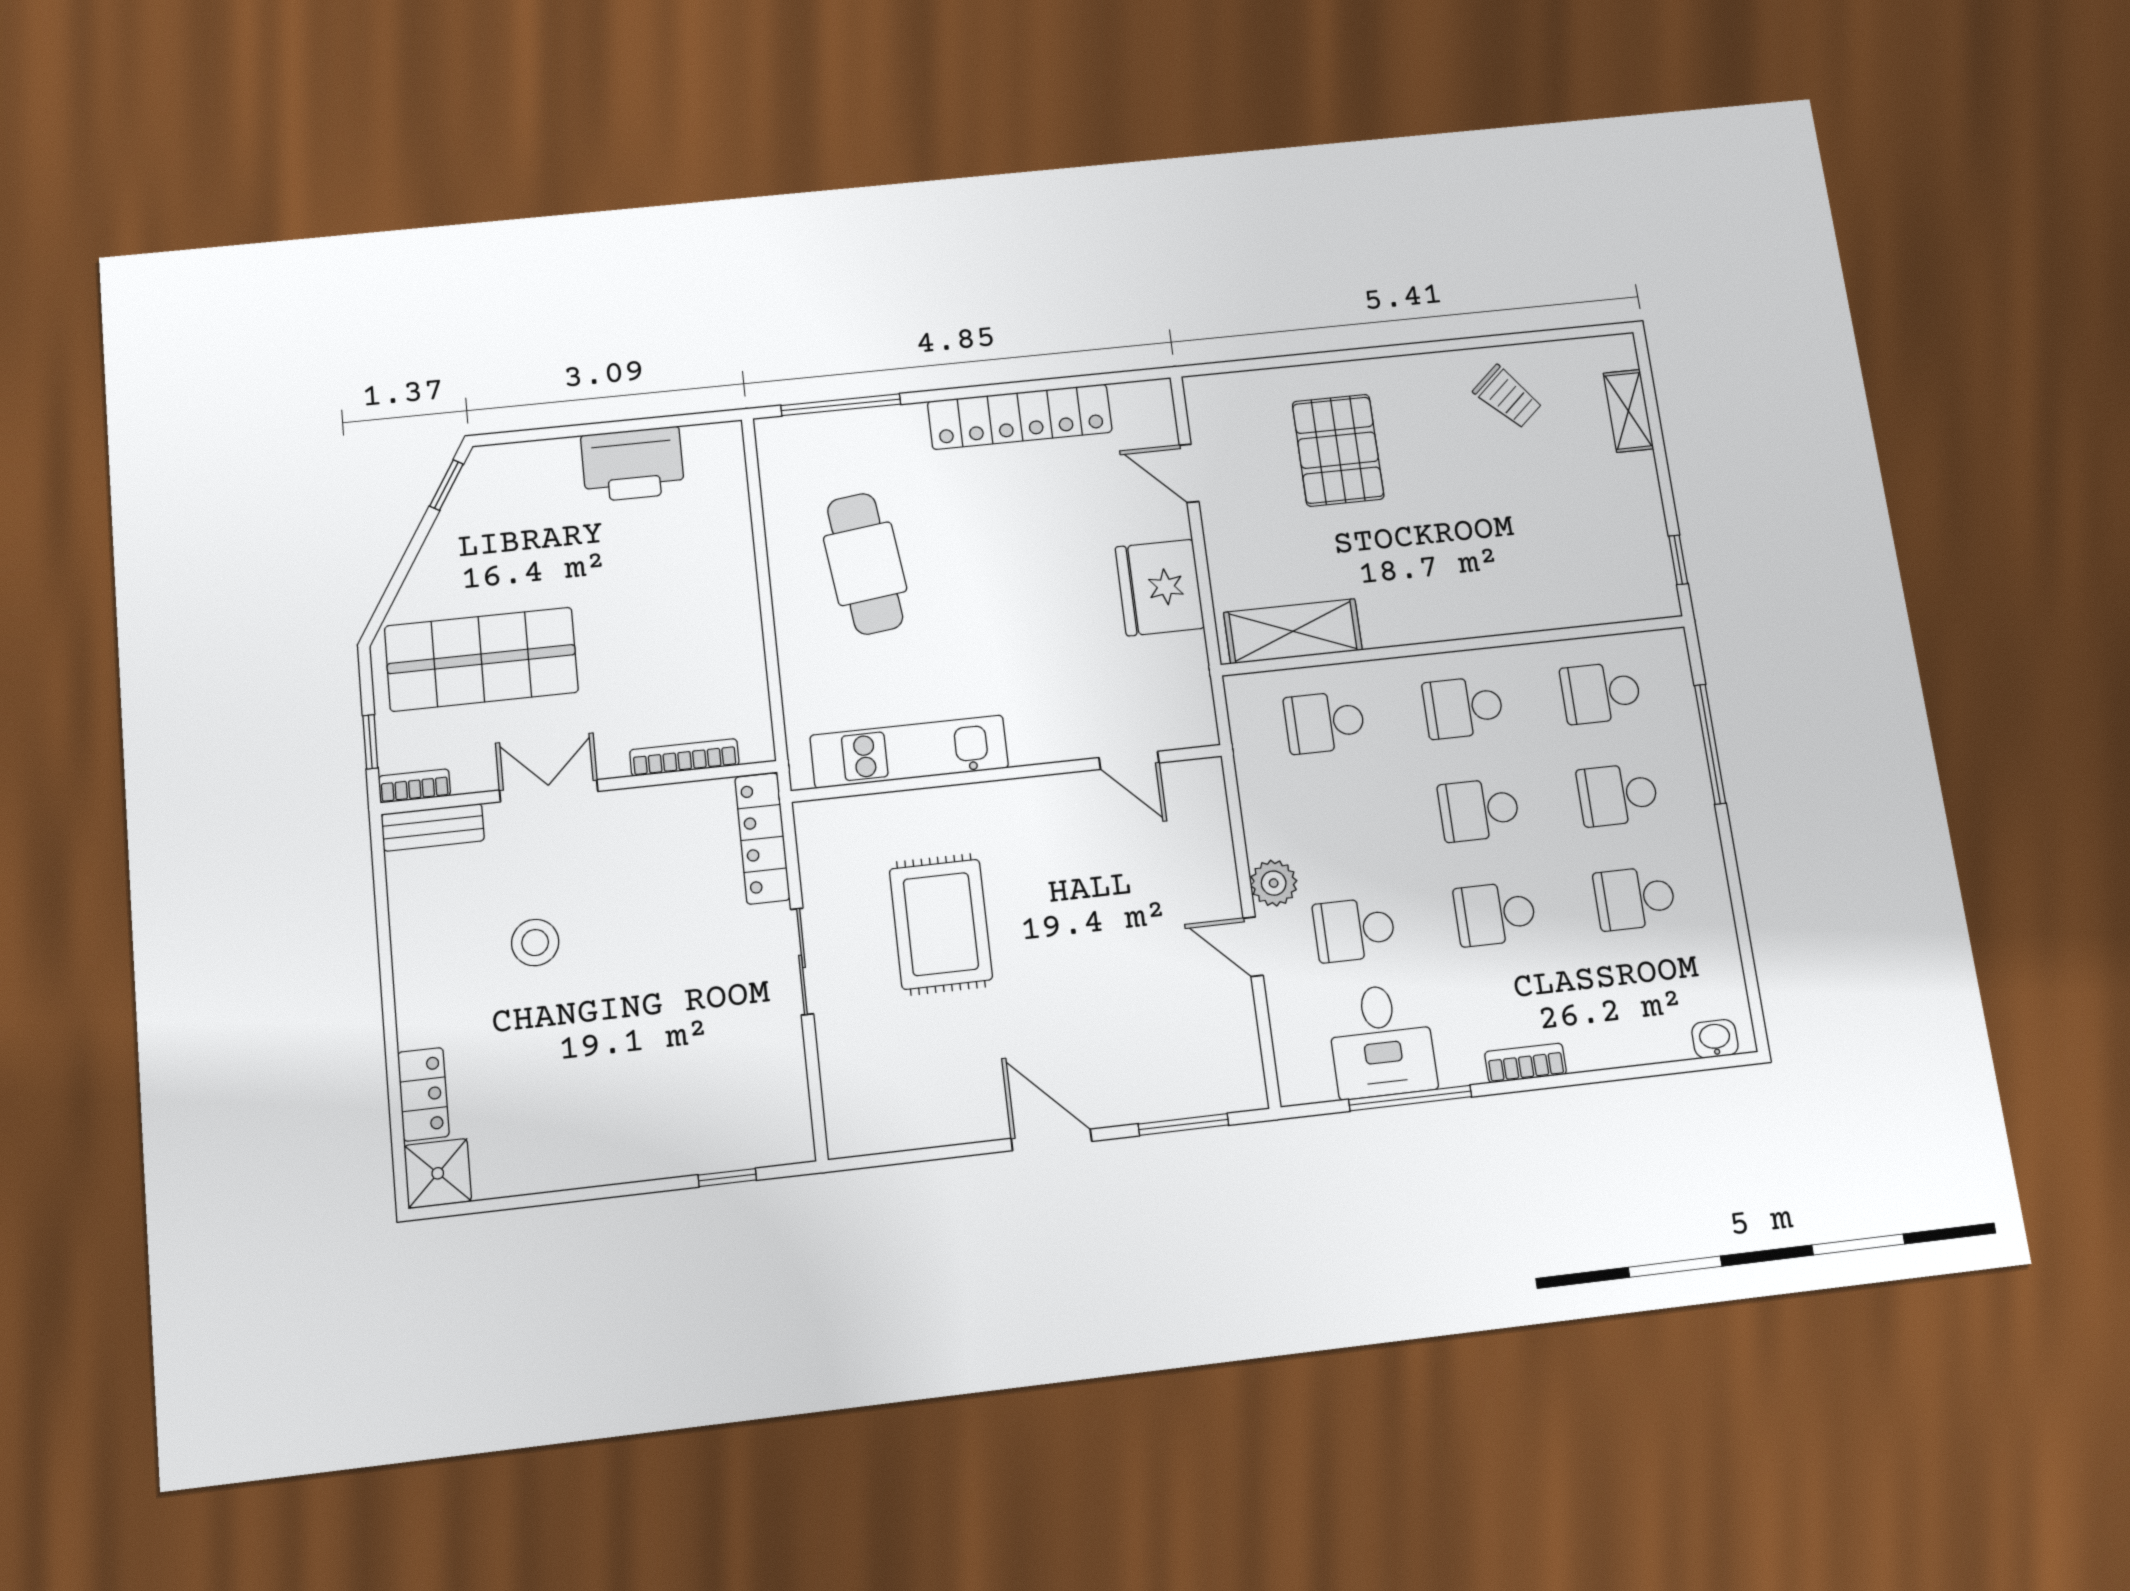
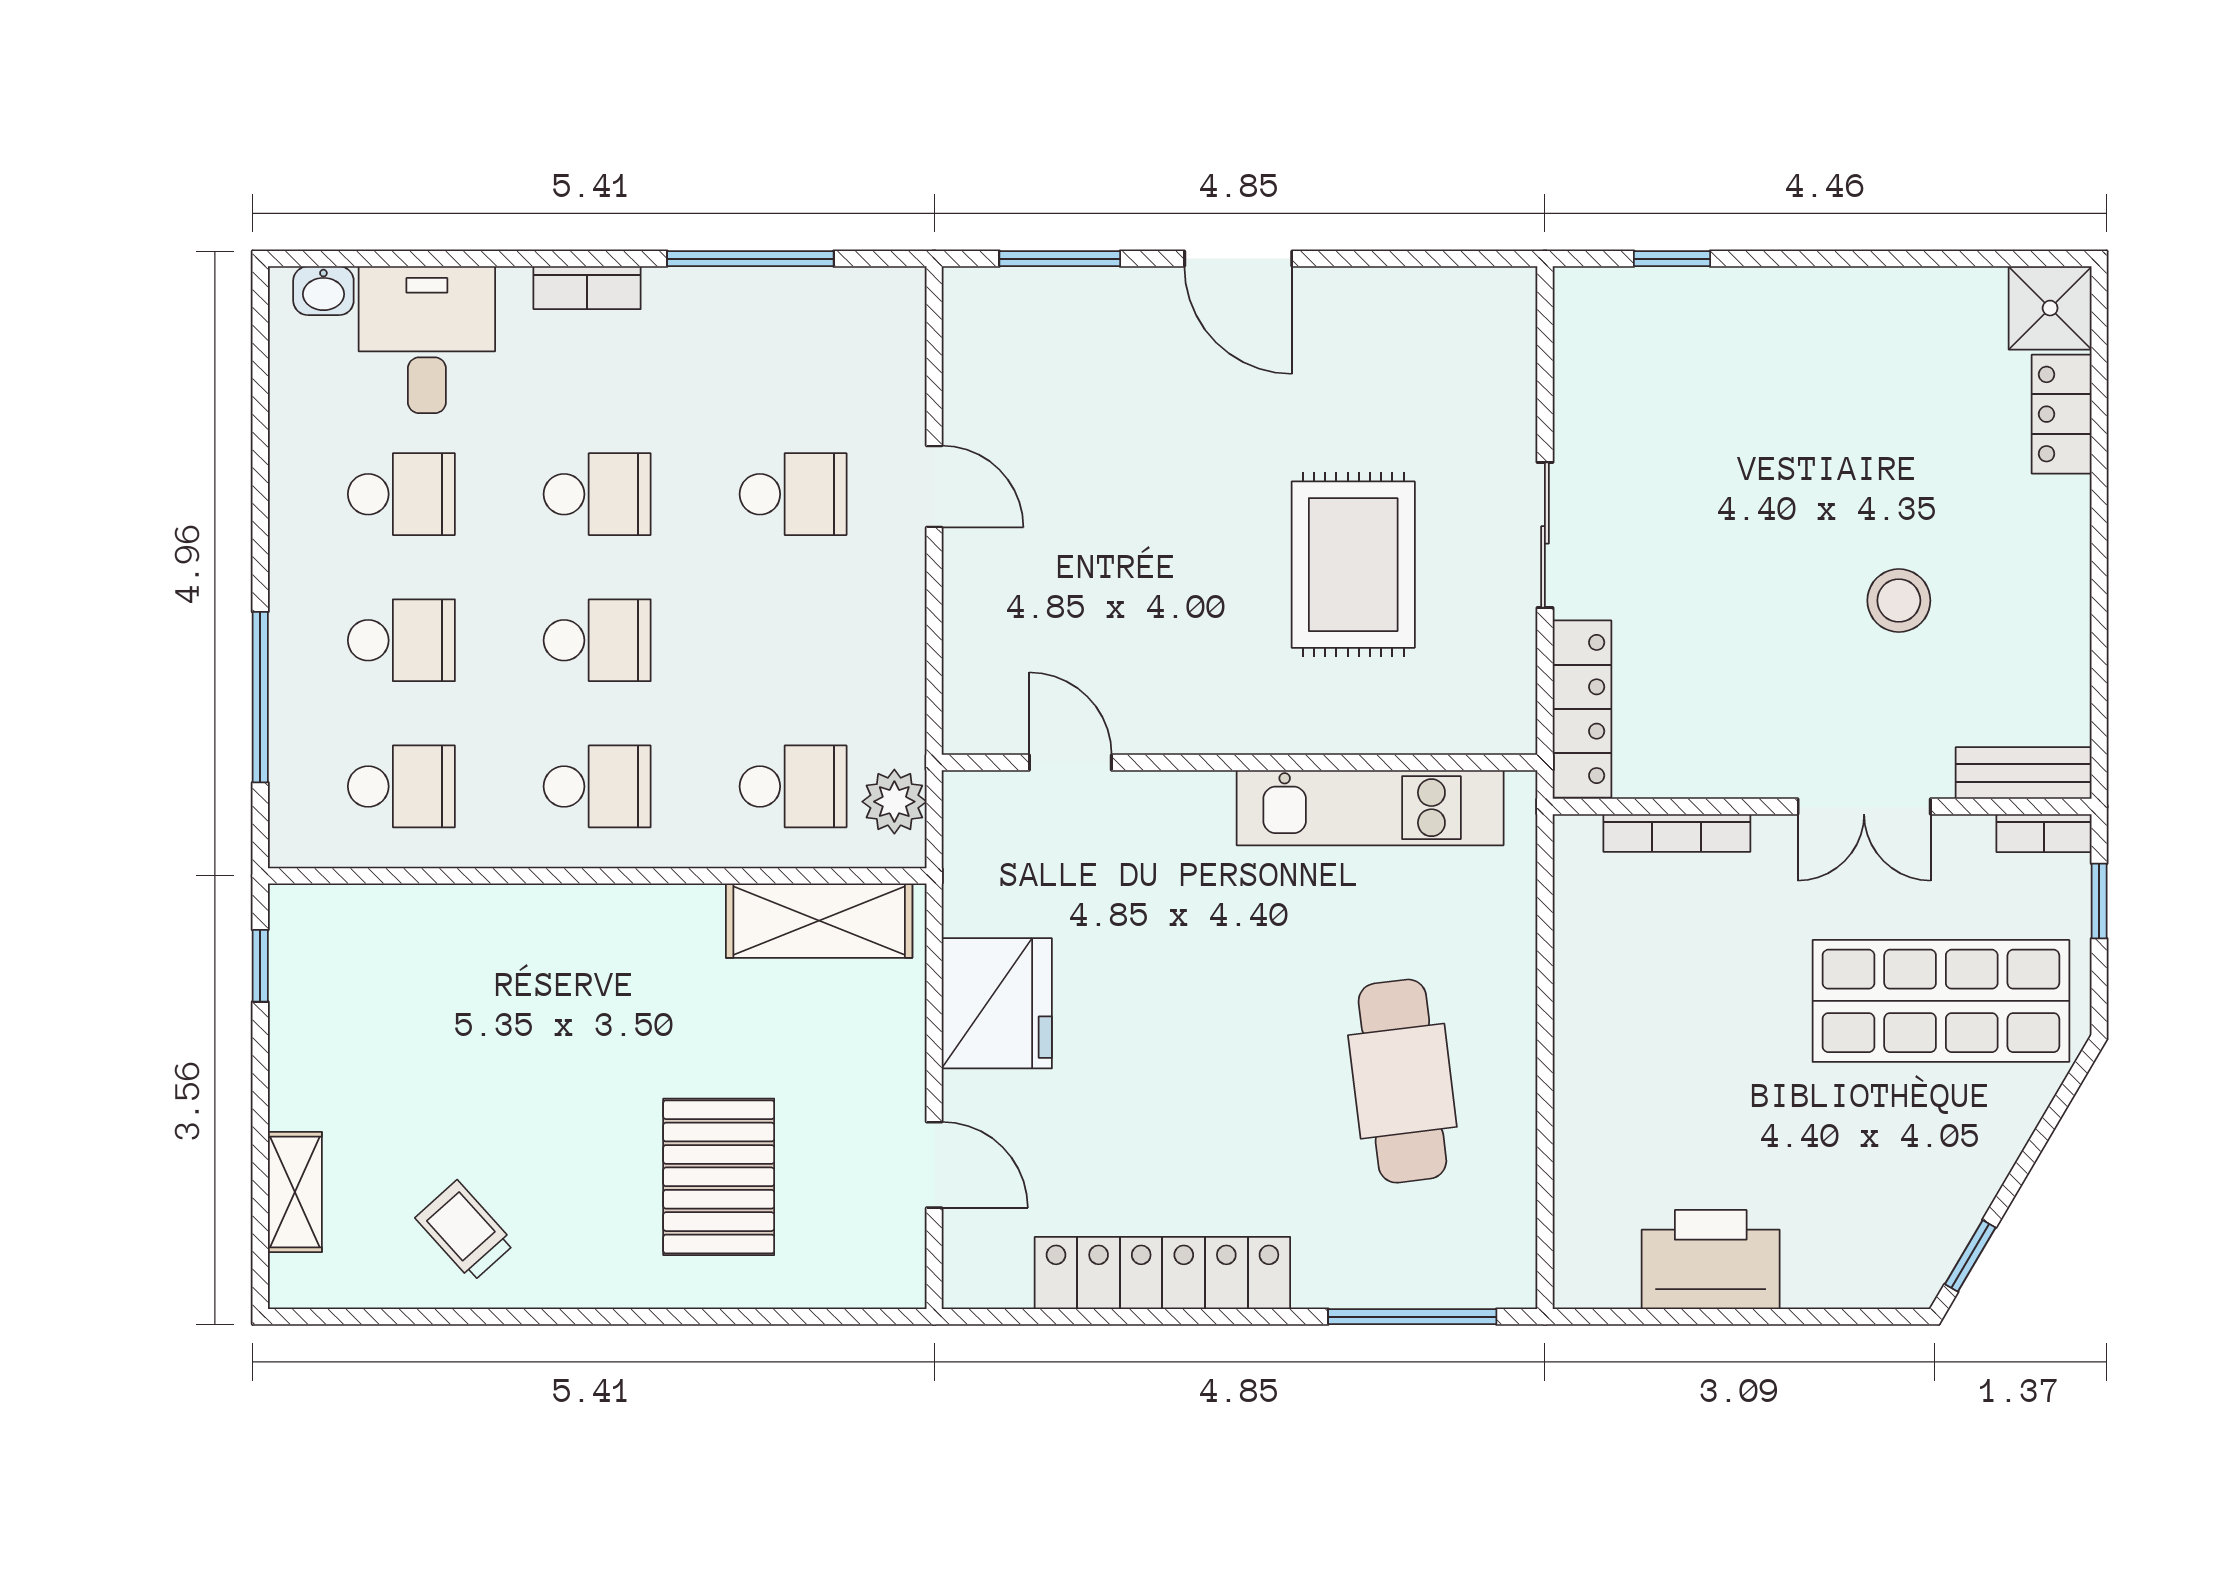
plant: (1274, 883) -> (894, 802), moved
desk: (1382, 1041) -> (427, 340), moved

